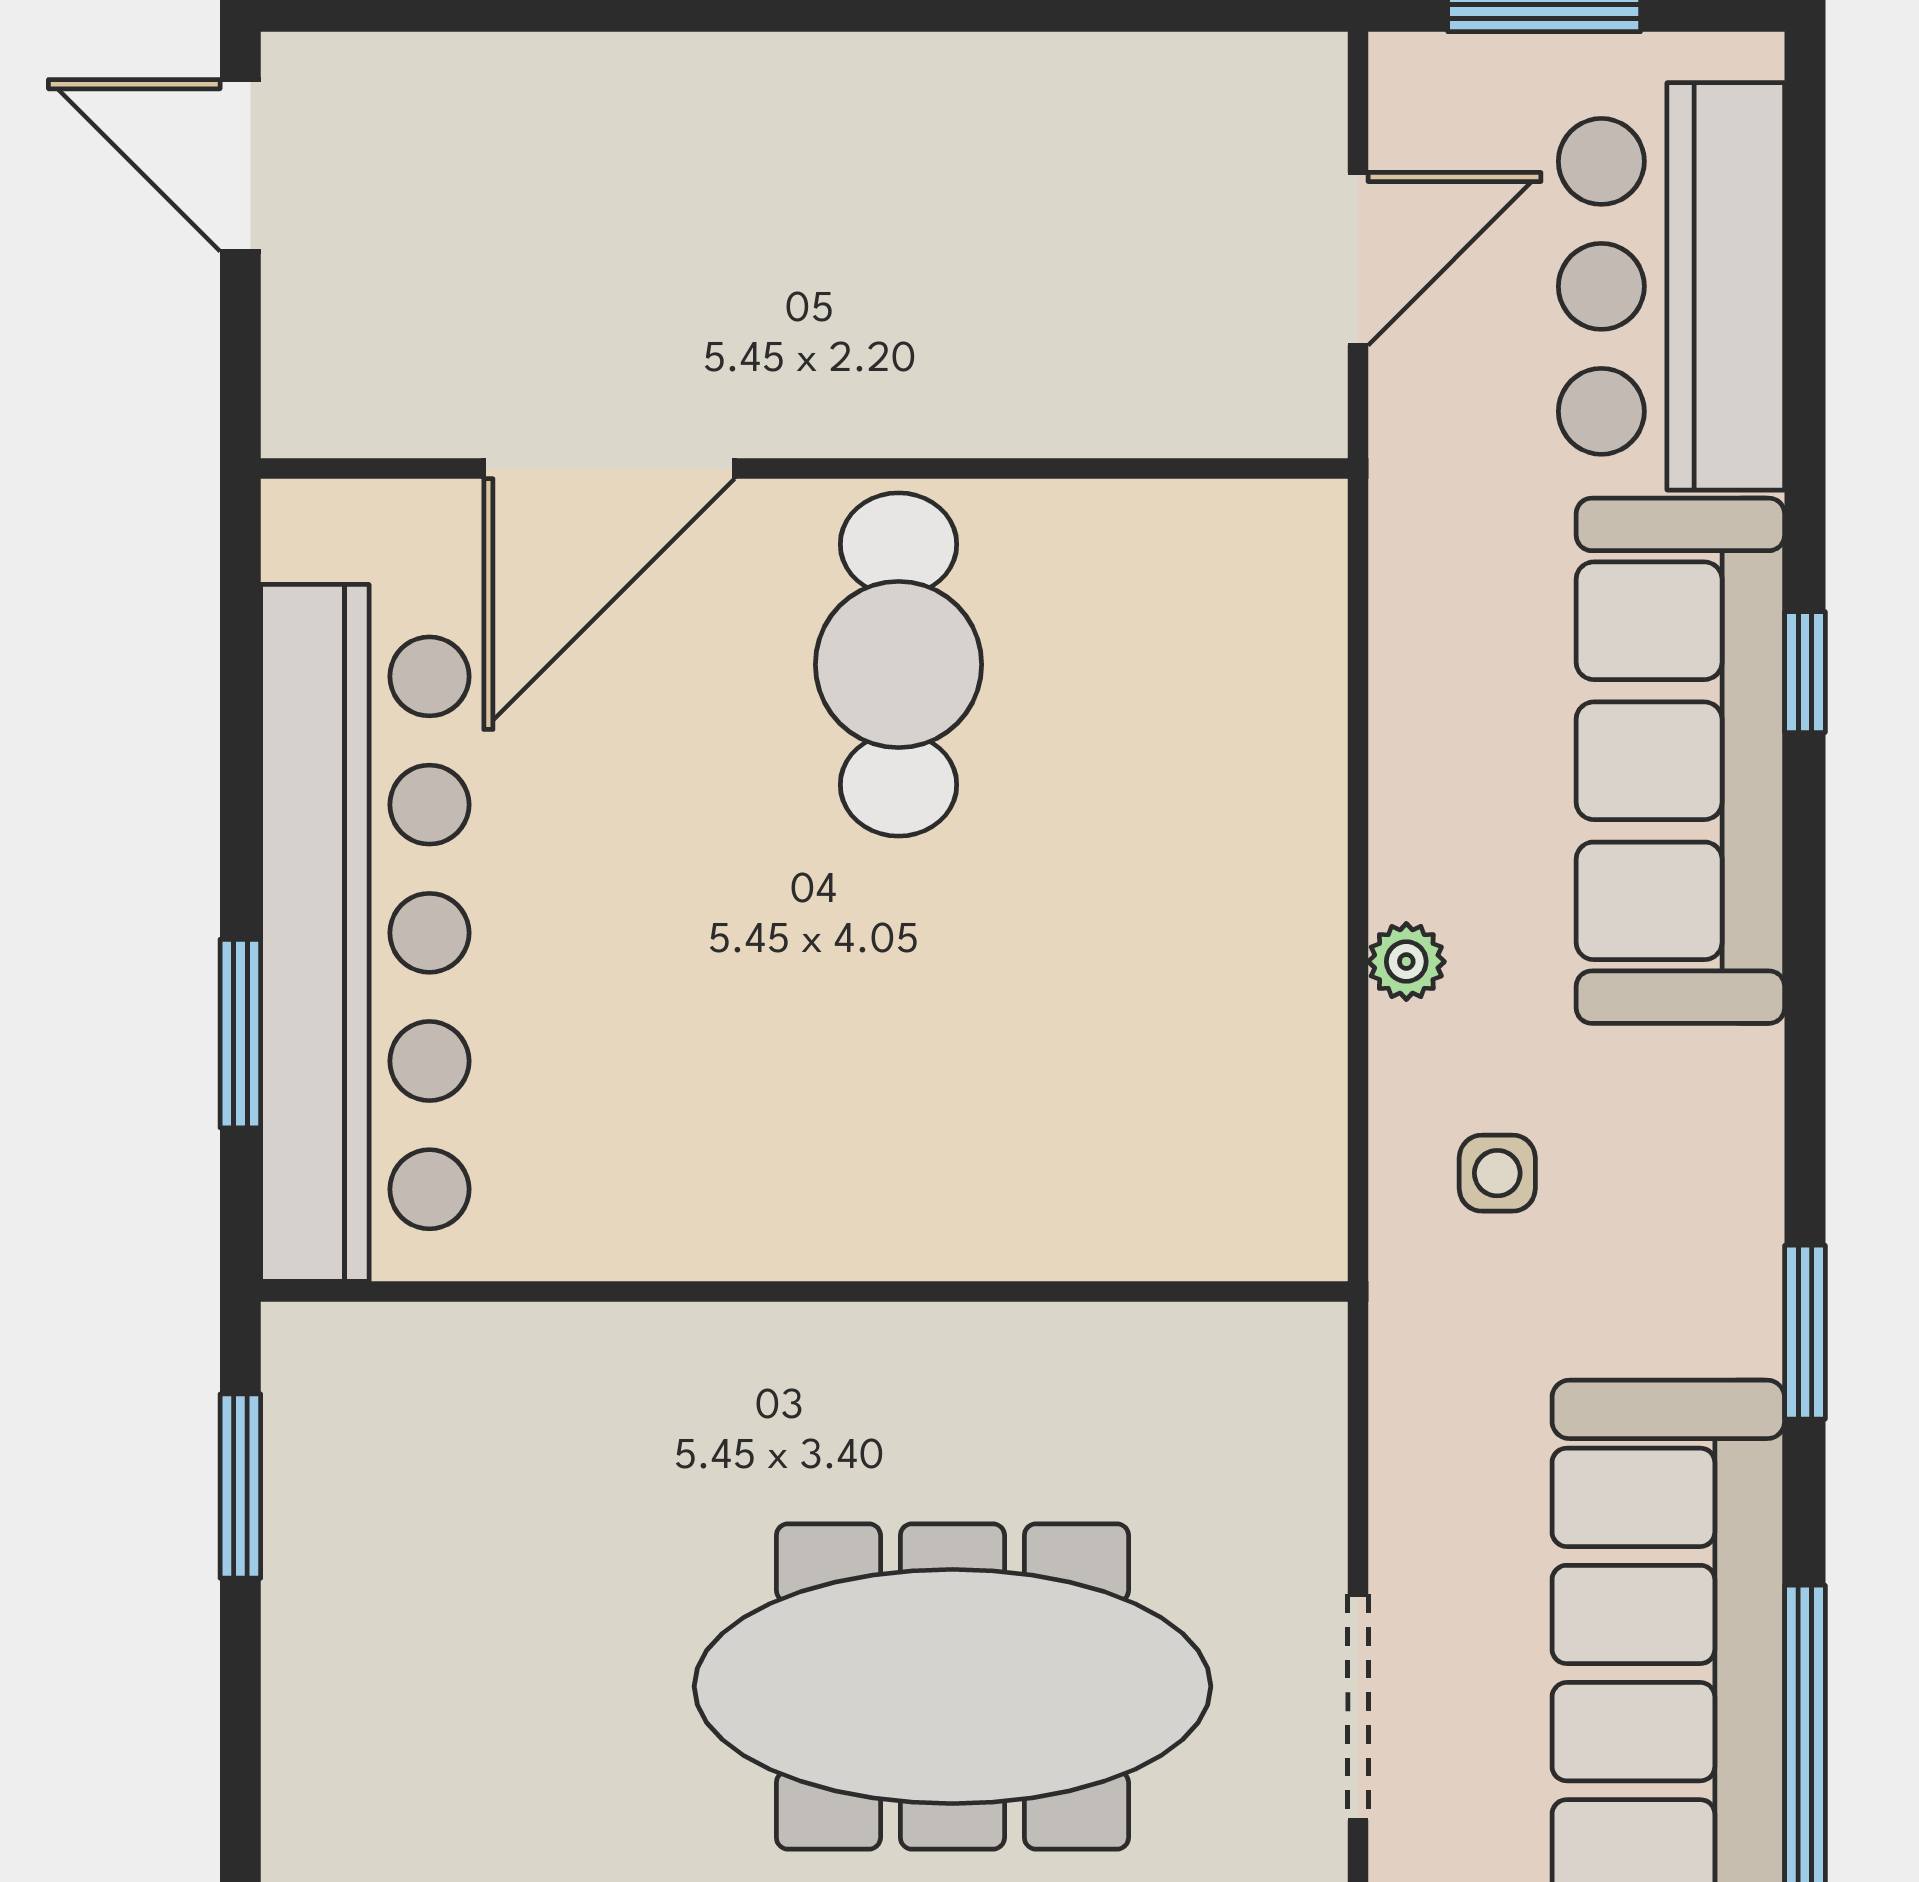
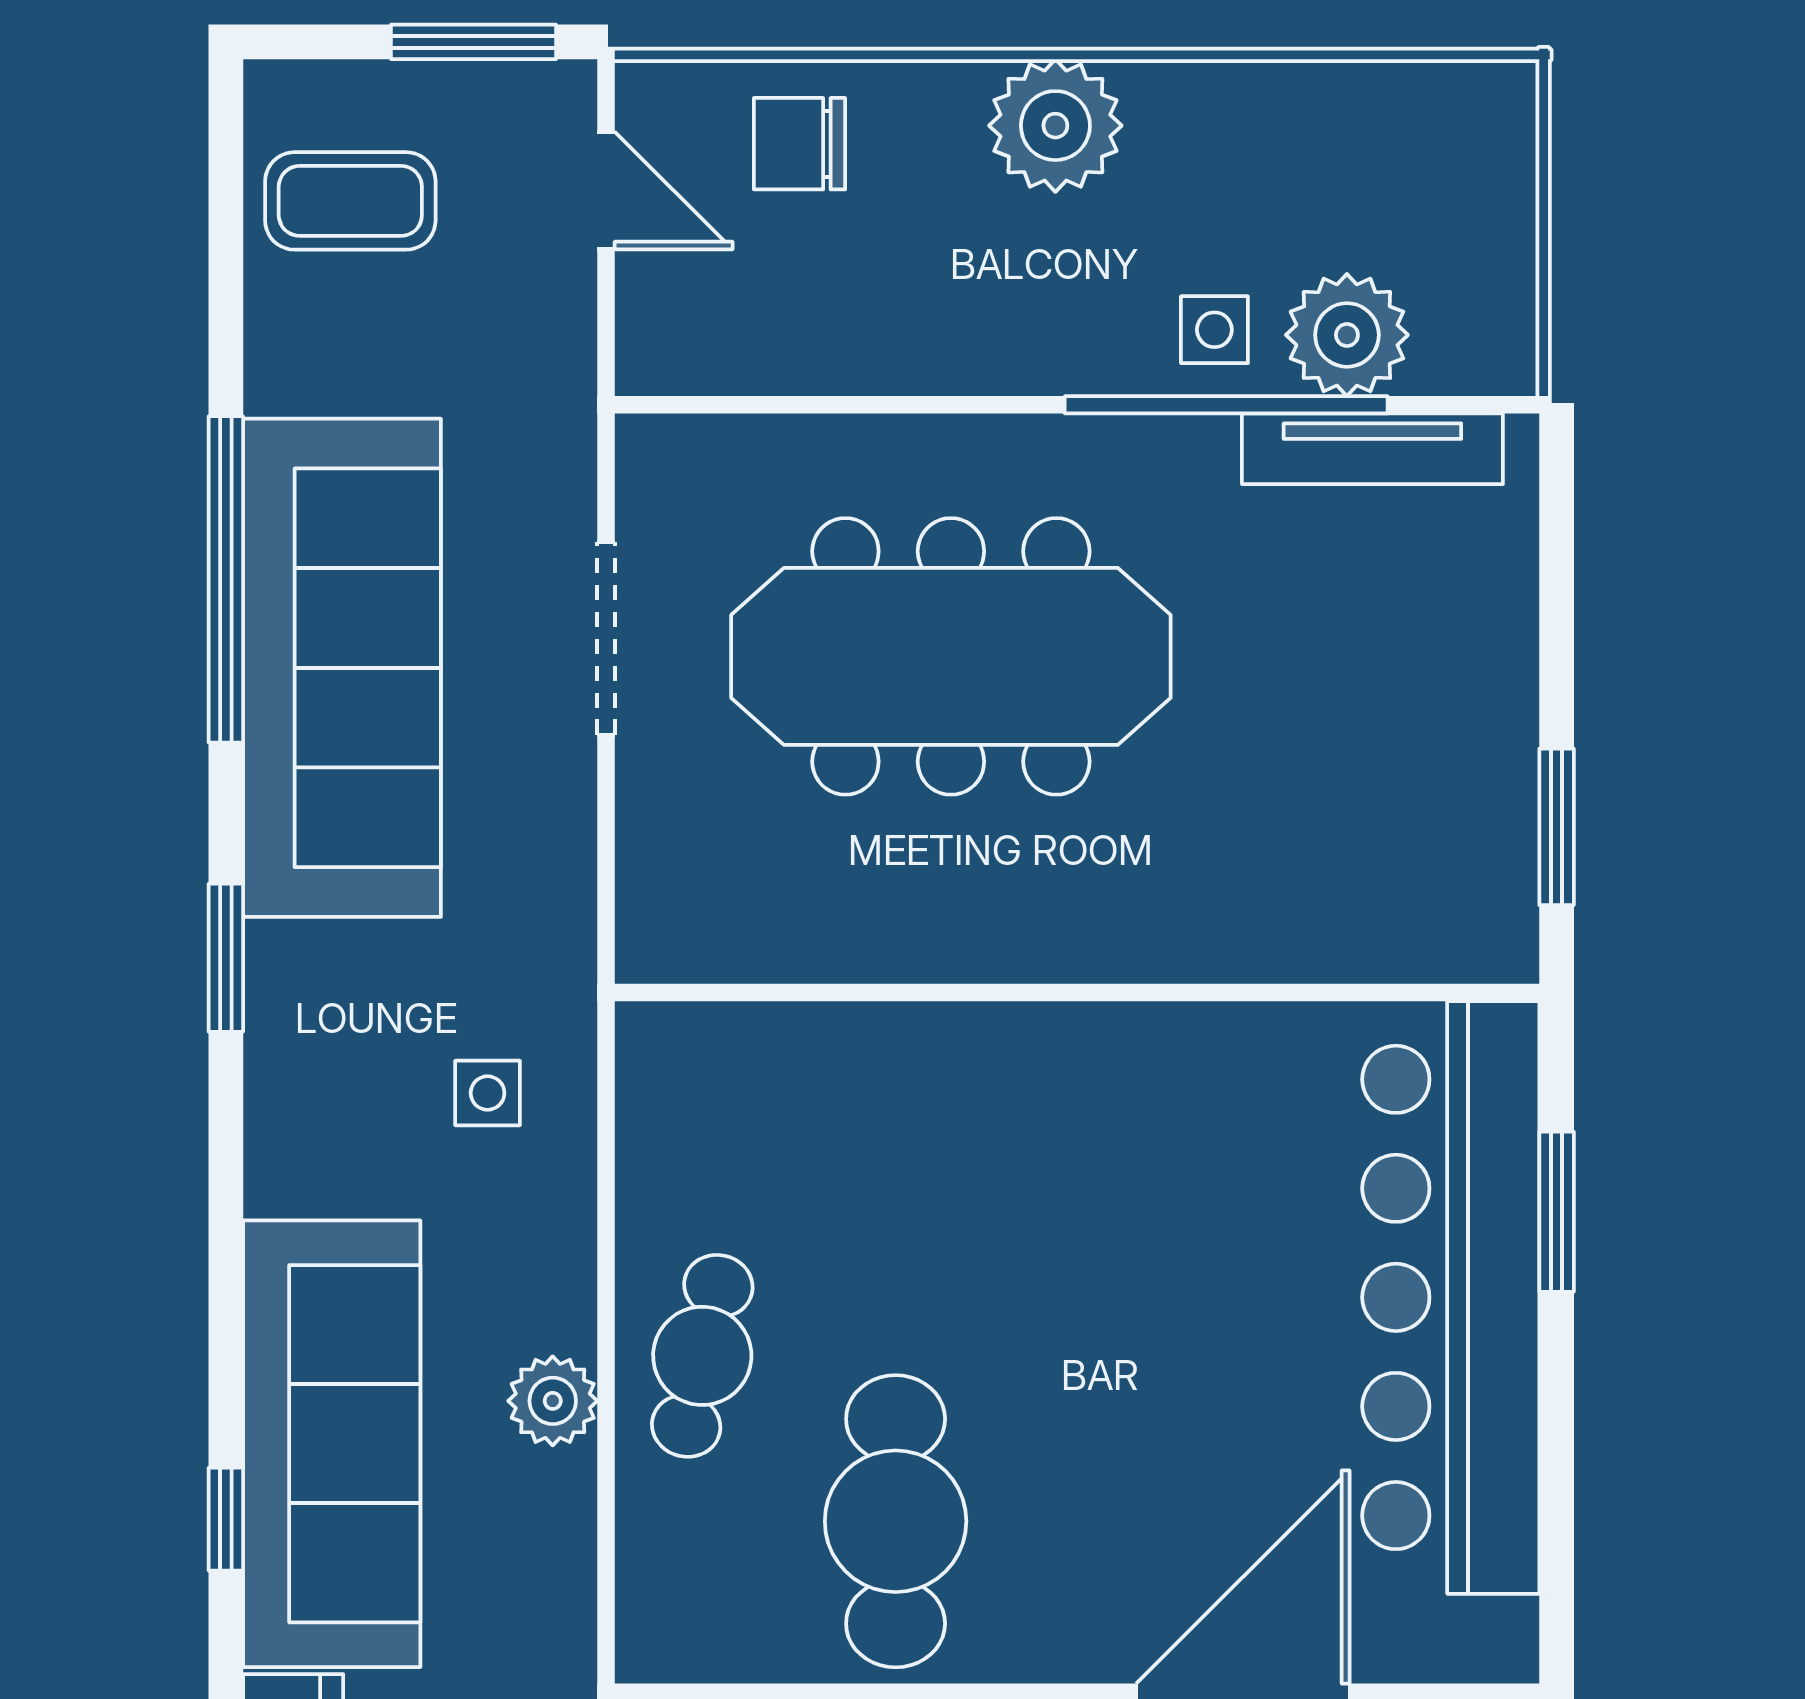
cafe table: (899, 665) -> (896, 1521), moved
cafe table: (1245, 864) -> (702, 1356), added
plant: (1406, 962) -> (553, 1401), moved, width x1.38, depth x1.38

